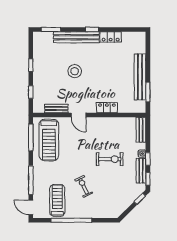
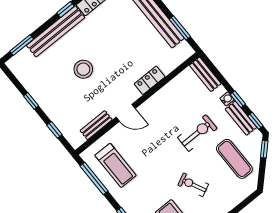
treadmill: (49, 140) -> (116, 165), width x0.73, depth x0.73
exercise mat: (119, 191) -> (234, 159), added

